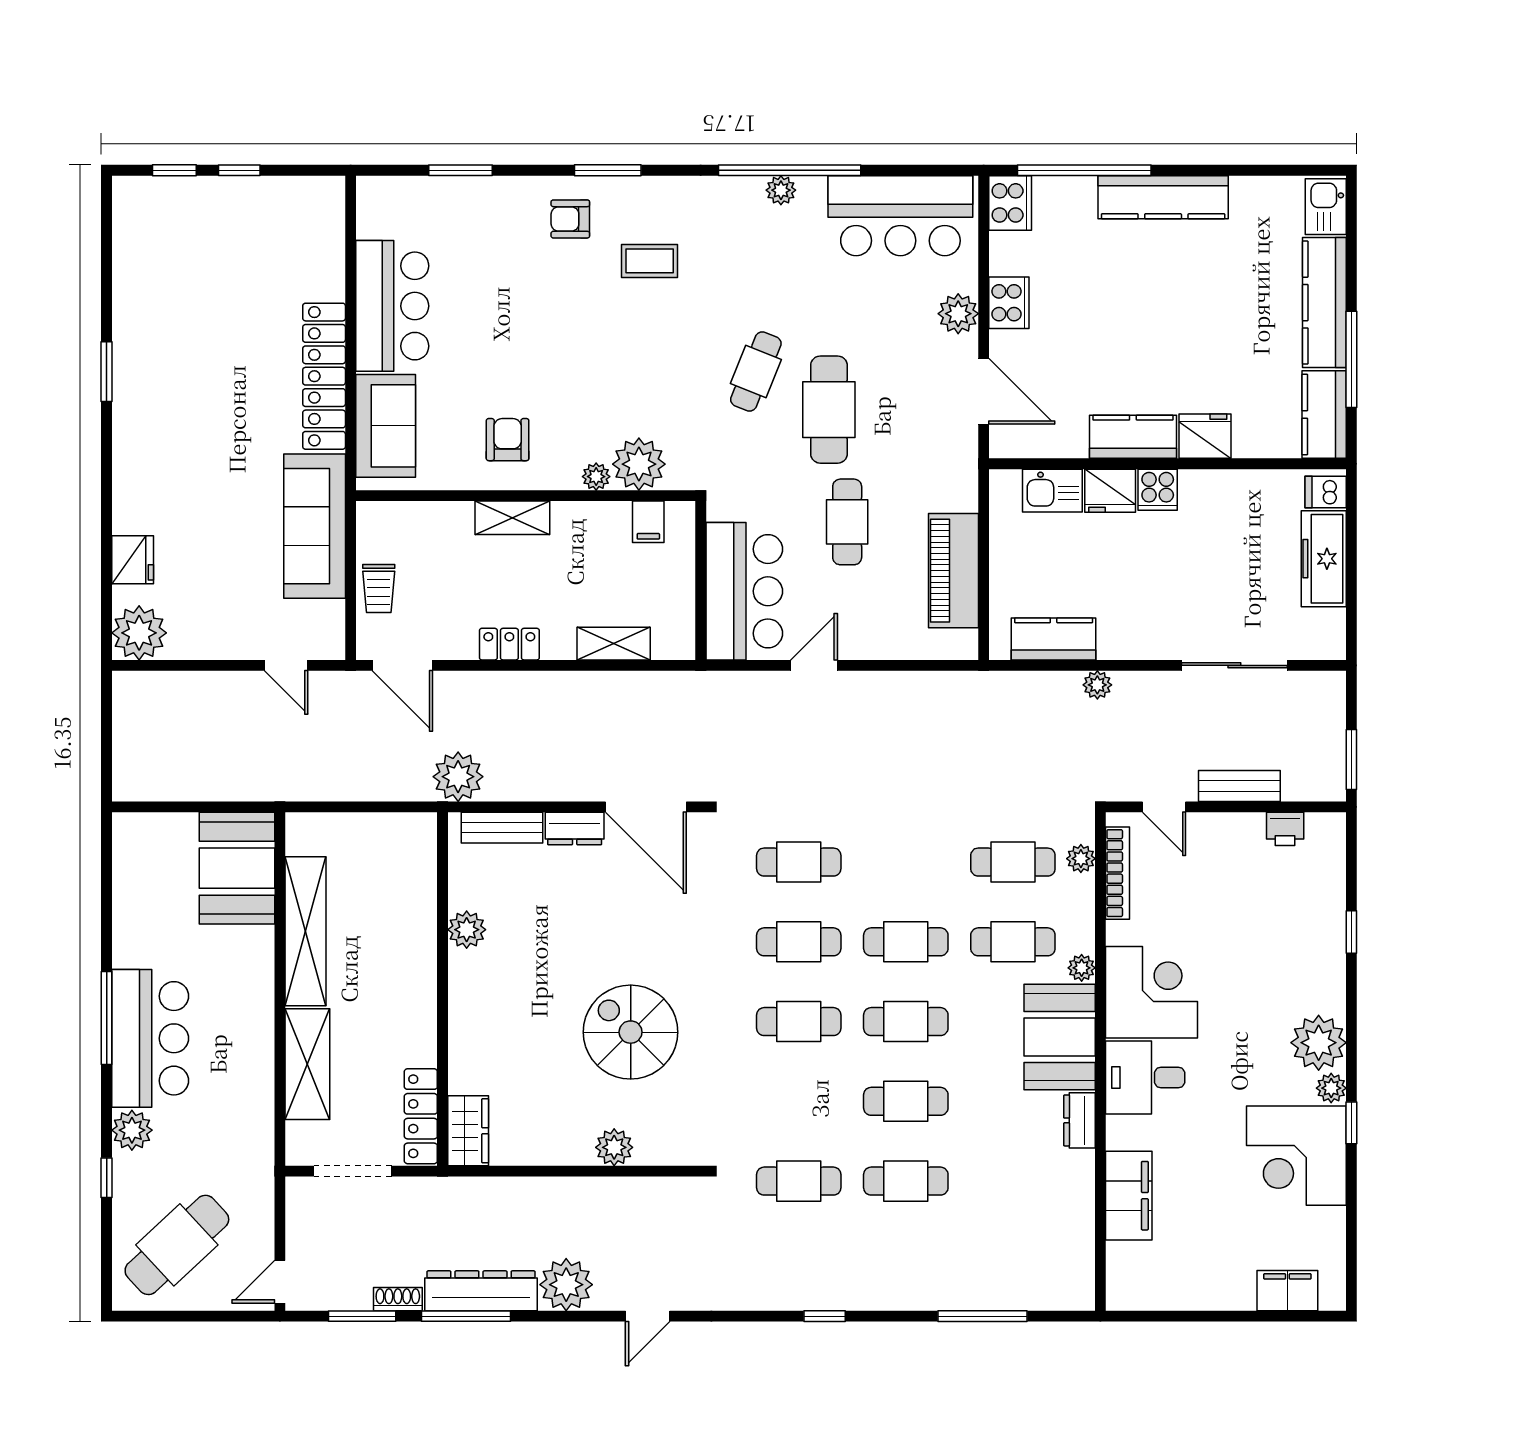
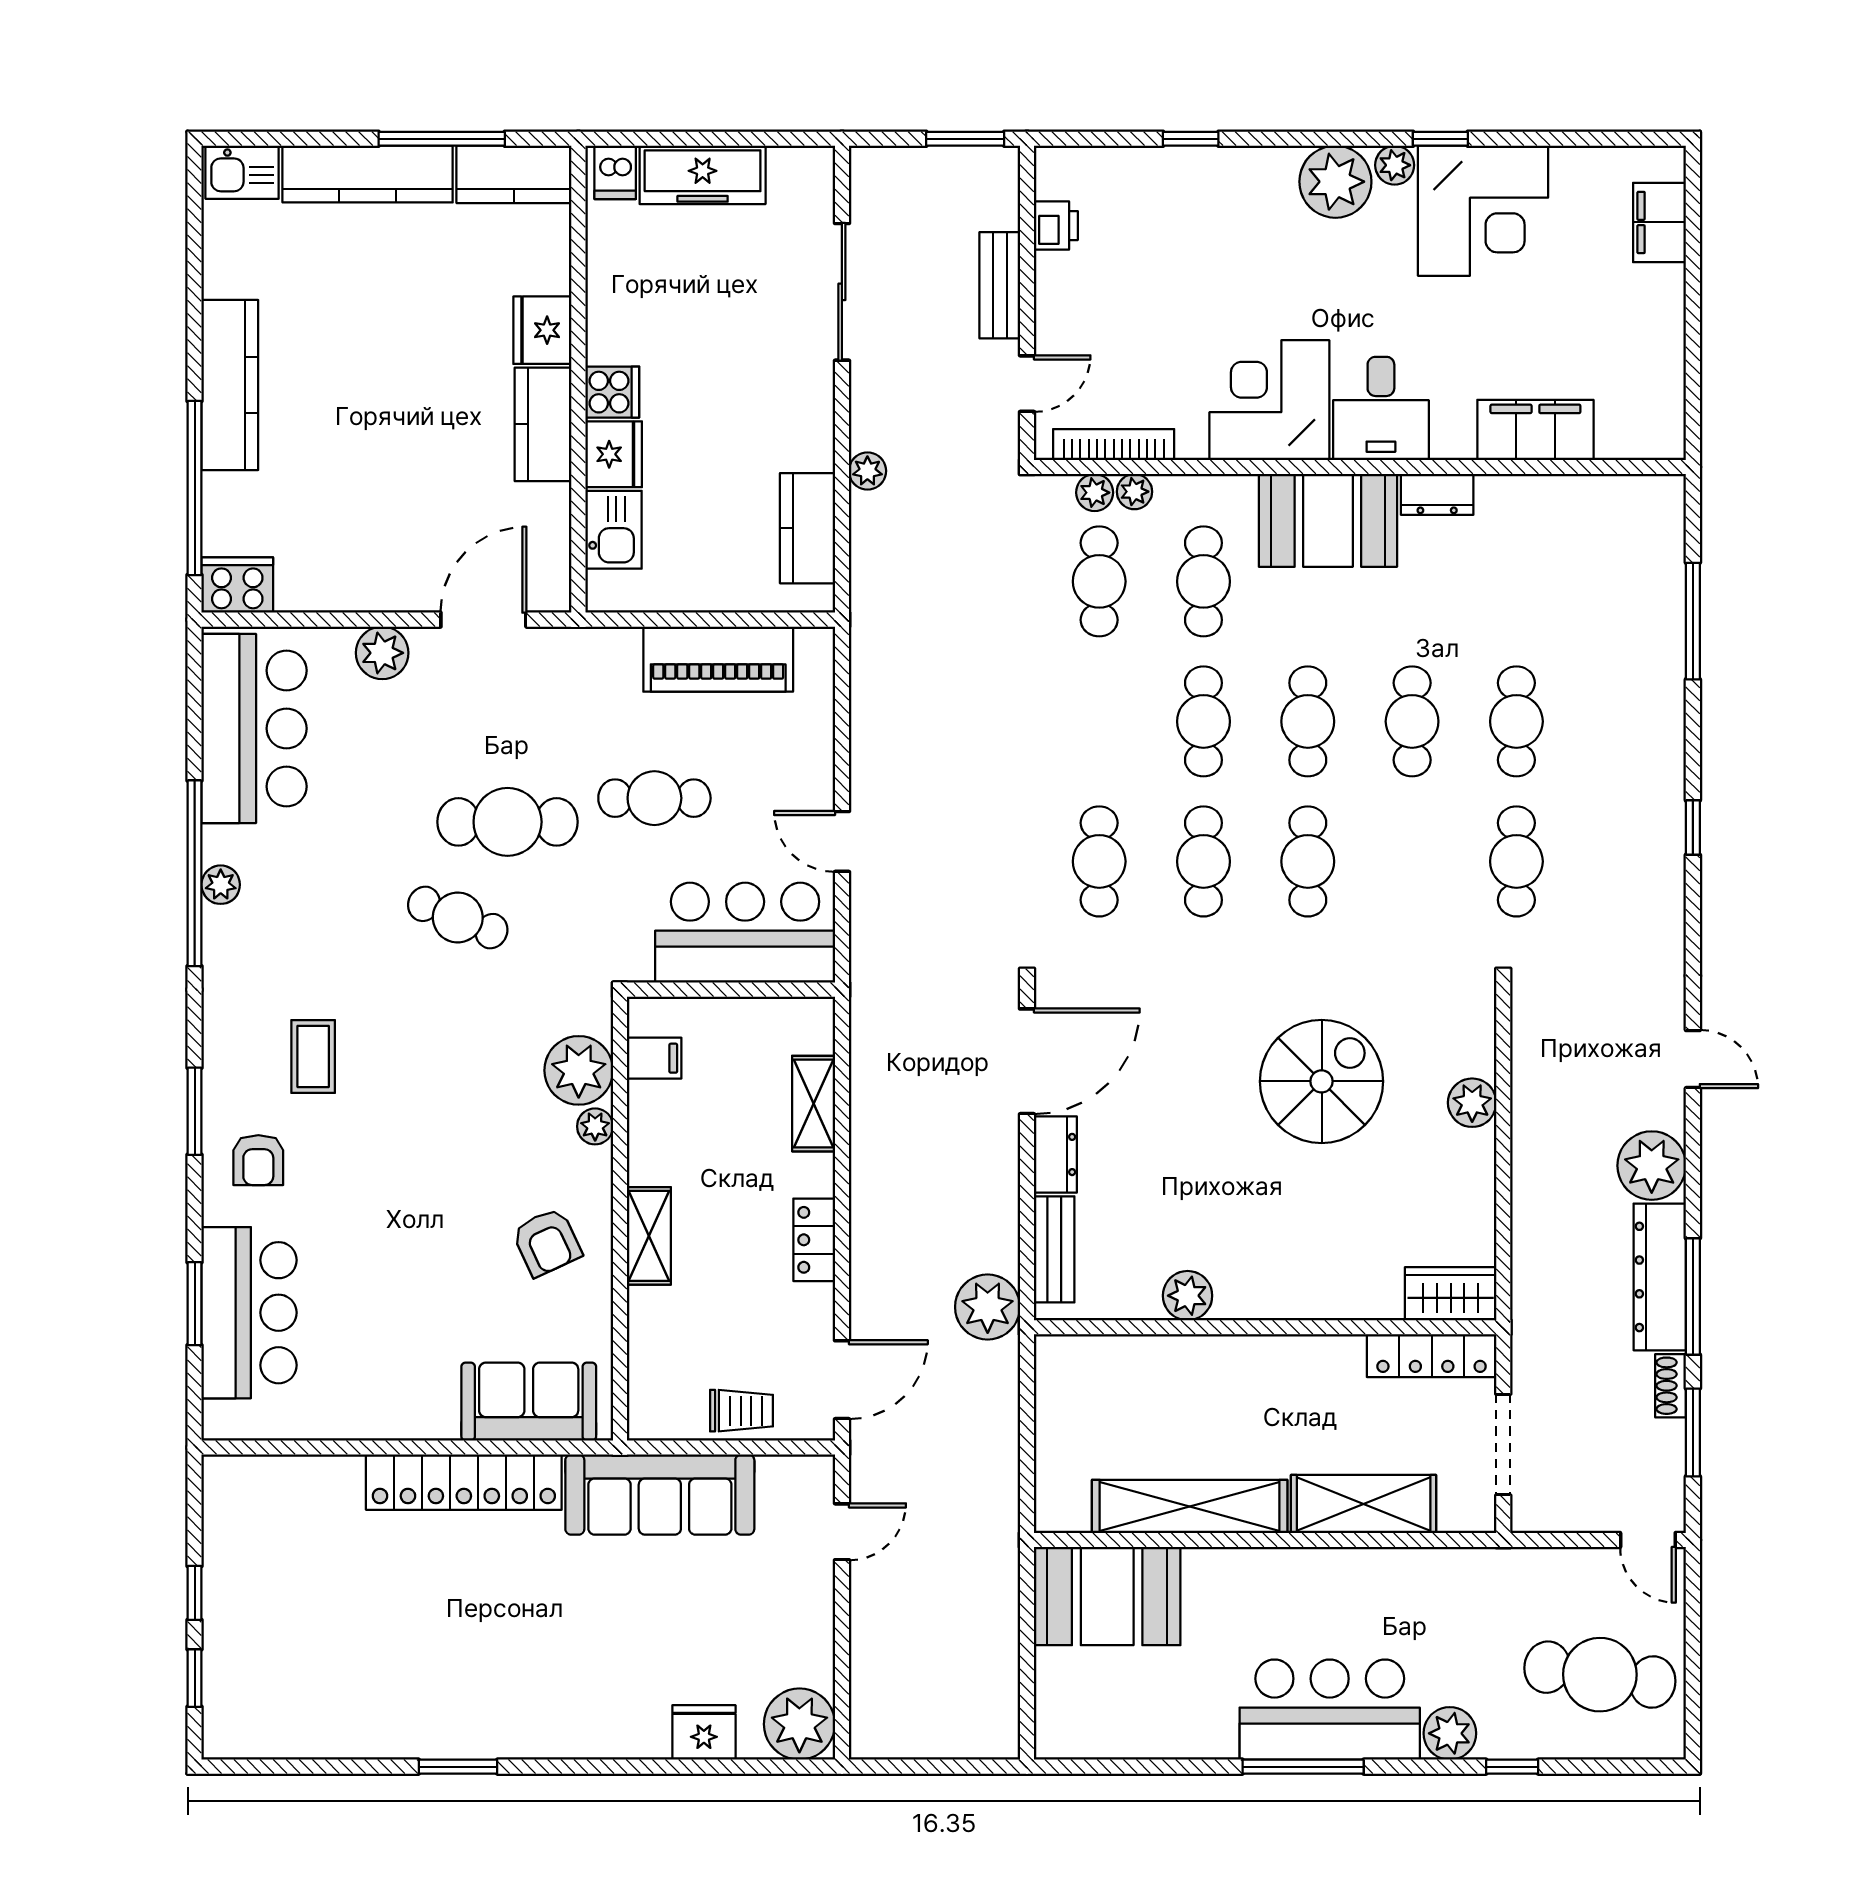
cooker: (1009, 303) -> (368, 587), removed
bar counter: (392, 306) -> (249, 1313), moved, turned 90
armchair: (508, 440) -> (547, 1242), turned -115
plant: (1082, 968) -> (1134, 492), moved
spiral stairs: (631, 1032) -> (1322, 1081), turned 180
cafe table: (177, 1245) -> (1600, 1675), turned -39

